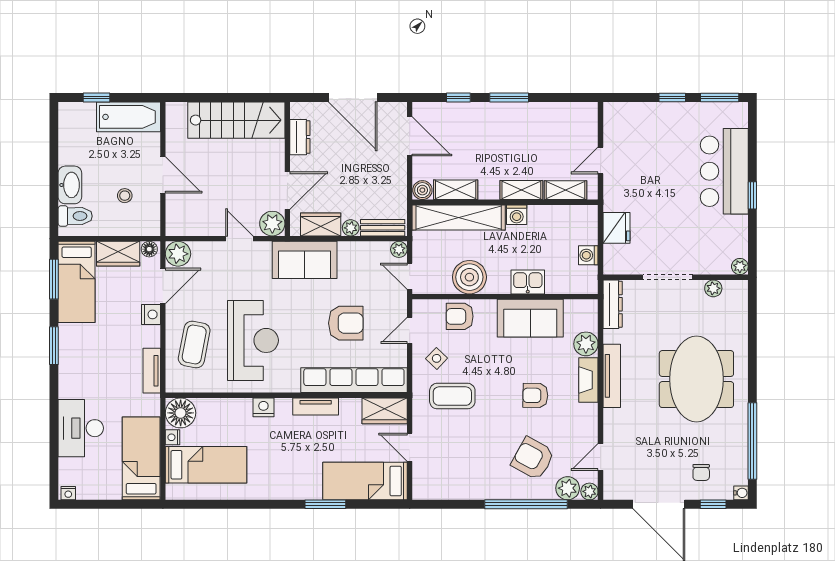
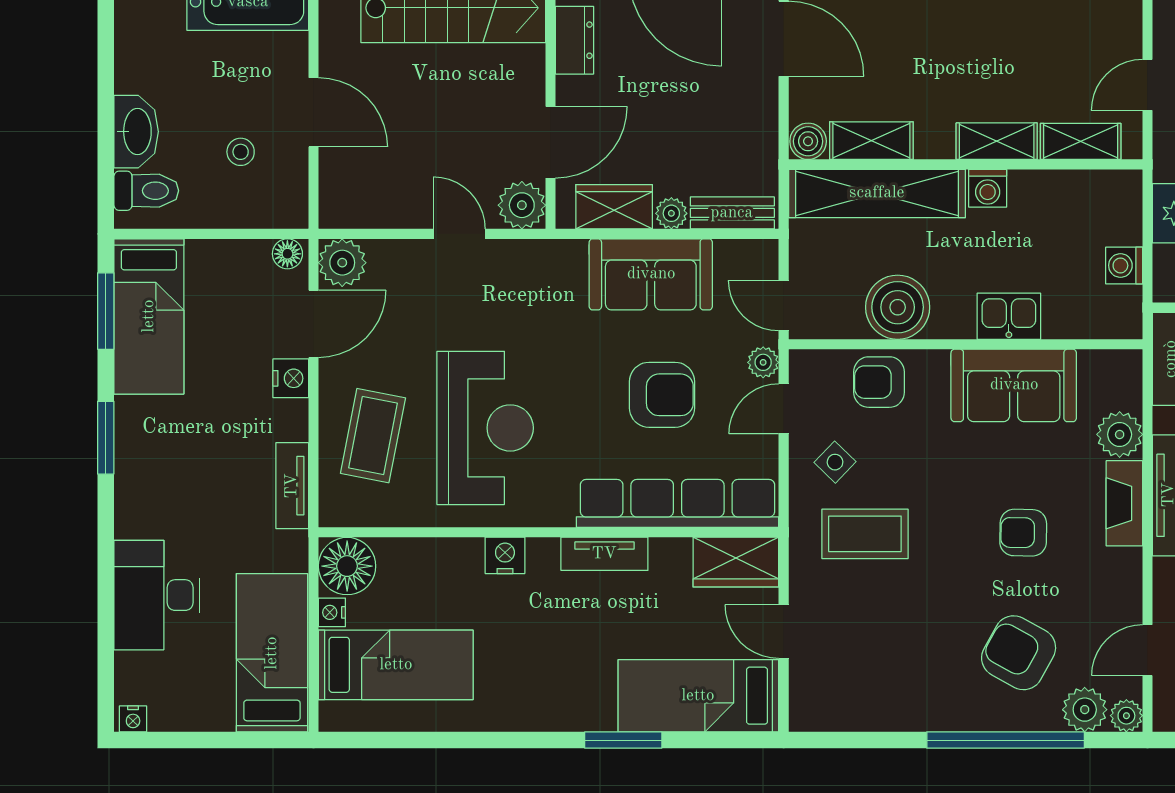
plant: (399, 249) -> (763, 362), moved
wardrobe: (118, 254) -> (228, 263), removed
sofa: (305, 260) -> (651, 274), moved

